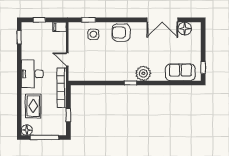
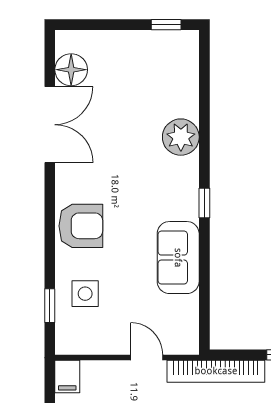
armchair: (121, 33) -> (81, 226), turned -90
door: (67, 59) -> (147, 358), swing flipped
sofa: (180, 72) -> (178, 258), moved
plant: (143, 73) -> (181, 137), moved

